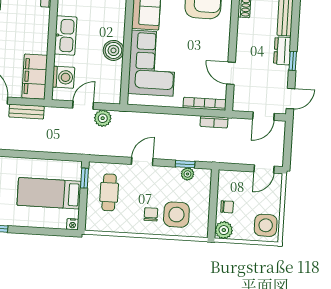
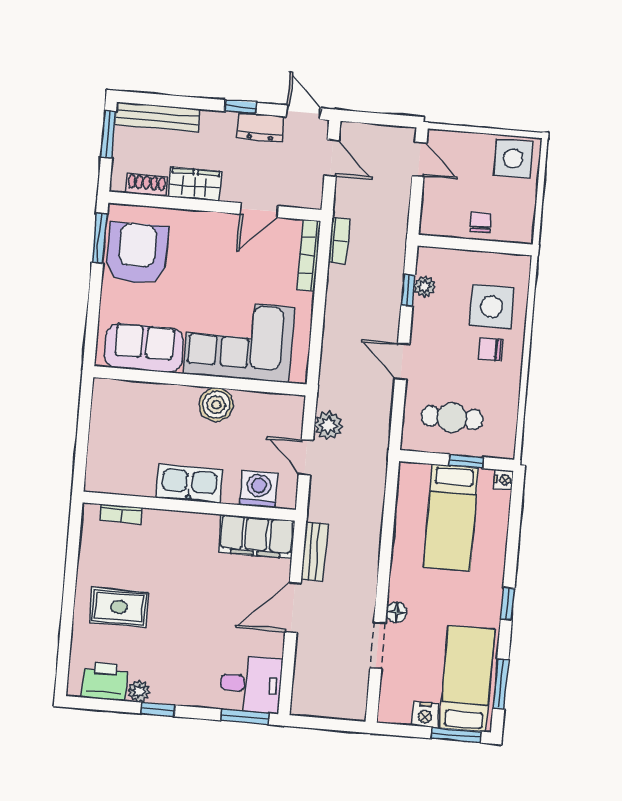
wardrobe: (246, 34) -> (195, 184), added
dresser: (282, 51) -> (261, 127), moved
window: (85, 178) -> (466, 461), moved
plant: (224, 230) -> (519, 229), removed

